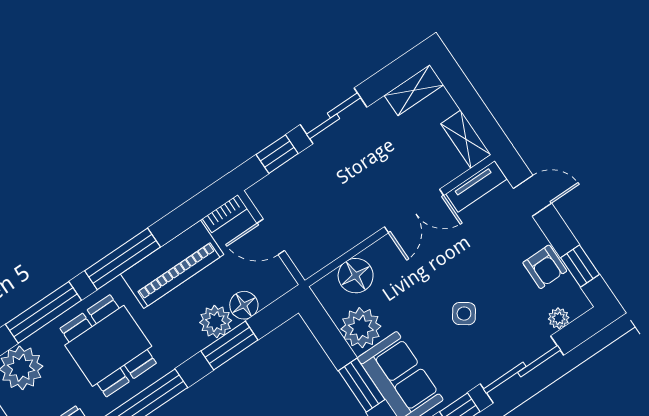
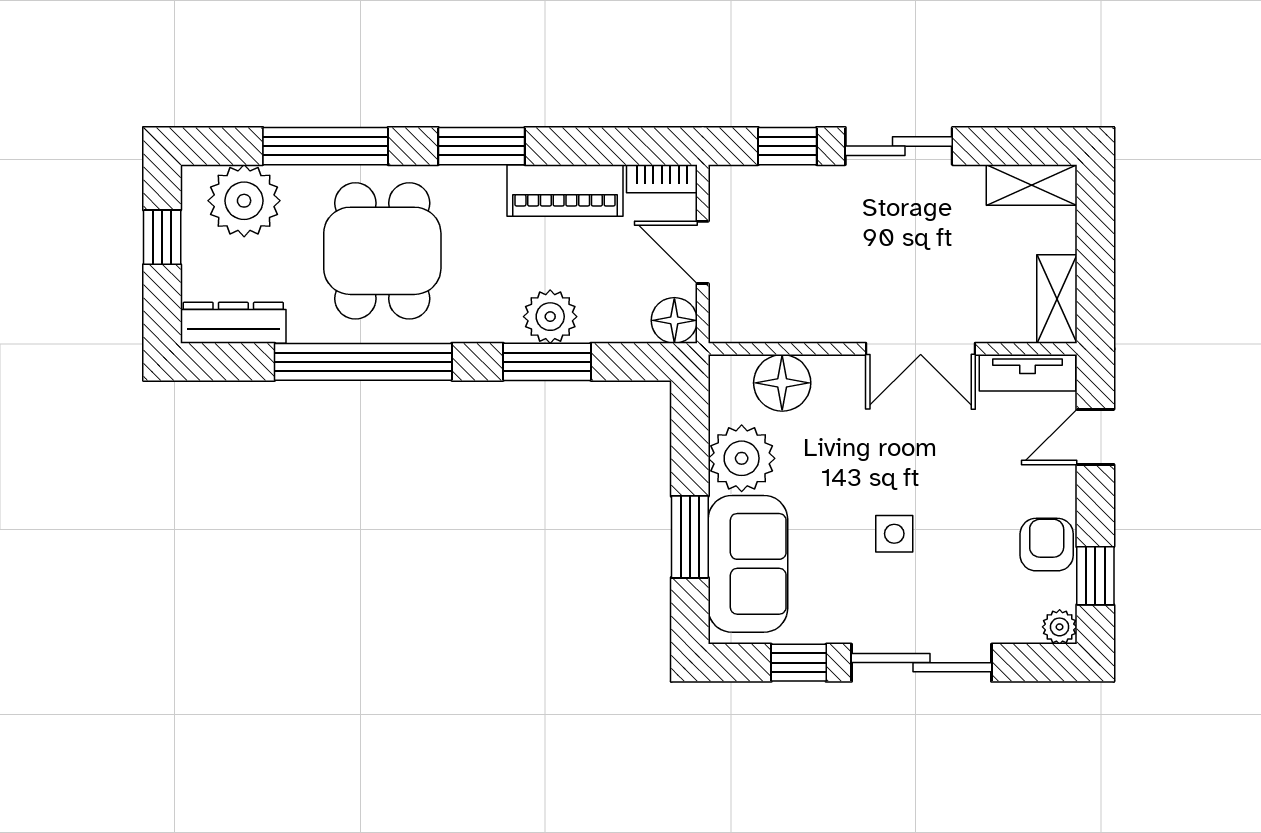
door: (532, 196) -> (1095, 437), swing flipped
window: (122, 259) -> (481, 146), width x0.69
piano: (172, 264) -> (565, 191), width x0.73, depth x0.75
armchair: (545, 267) -> (1047, 545), turned 180
floor lamp: (244, 305) -> (674, 320), moved
side table: (464, 314) -> (894, 534), turned -35
plant: (559, 318) -> (1060, 627), moved

